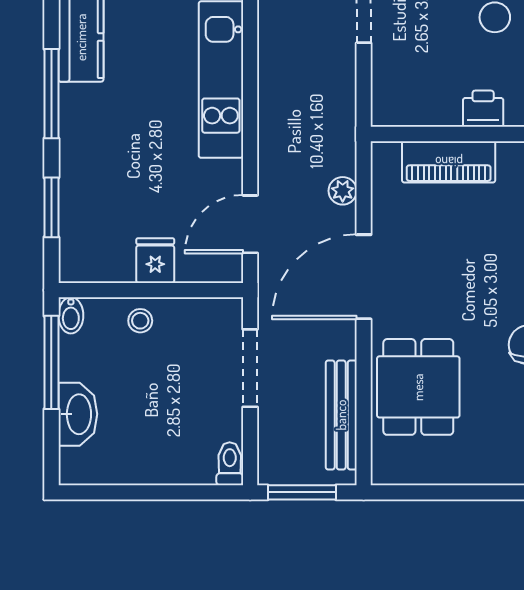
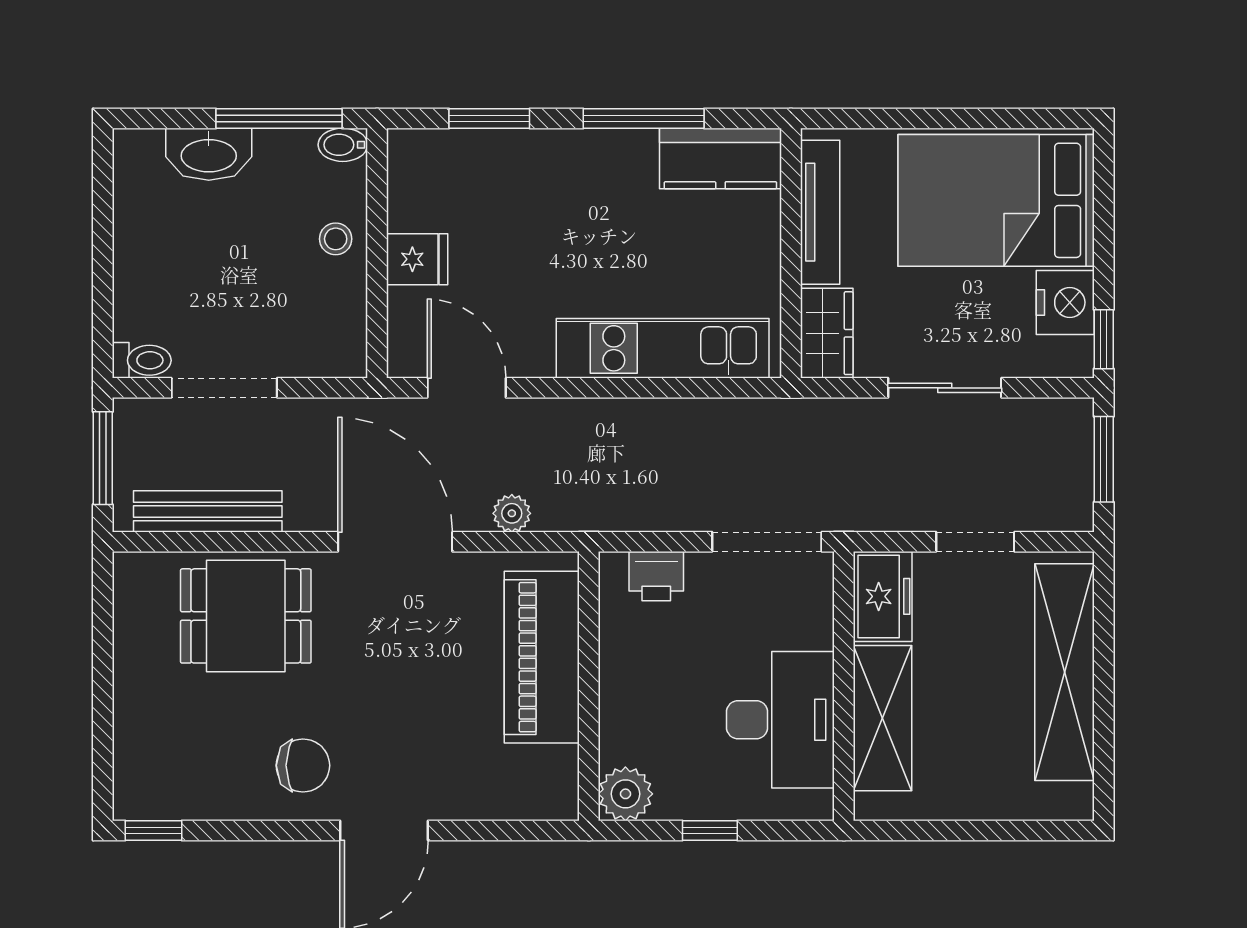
printer: (483, 109) -> (656, 576), moved, turned 90
piano: (449, 162) -> (542, 657), width x1.37, depth x1.33
doorway: (250, 368) -> (224, 388), moved

